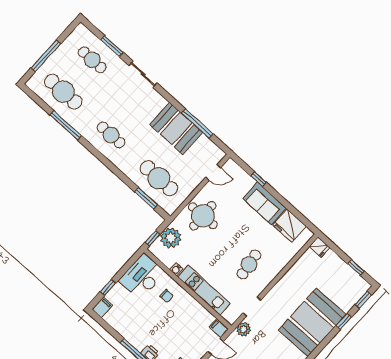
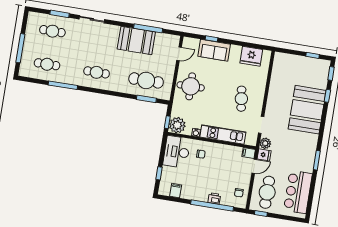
cafe table: (63, 92) -> (47, 64), width x0.73, depth x0.74
sofa: (264, 203) -> (214, 50), moved
plant: (171, 238) -> (177, 125), moved
fridge: (319, 247) -> (264, 155), moved
filing cabinet: (102, 307) -> (176, 191), moved

